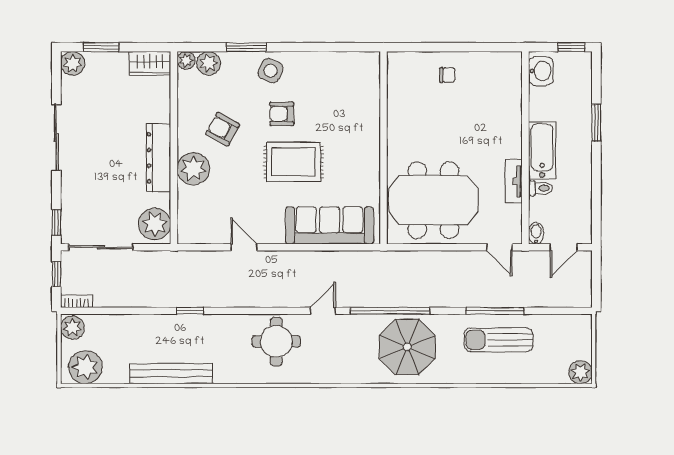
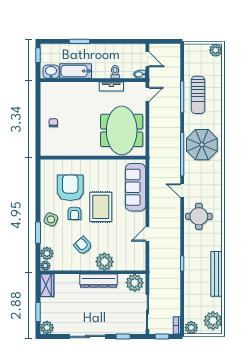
armchair: (329, 106) -> (70, 188), added
armchair: (223, 129) -> (83, 246), turned 109
bathtub: (542, 150) -> (76, 71), moved
window: (56, 222) -> (123, 336), moved

